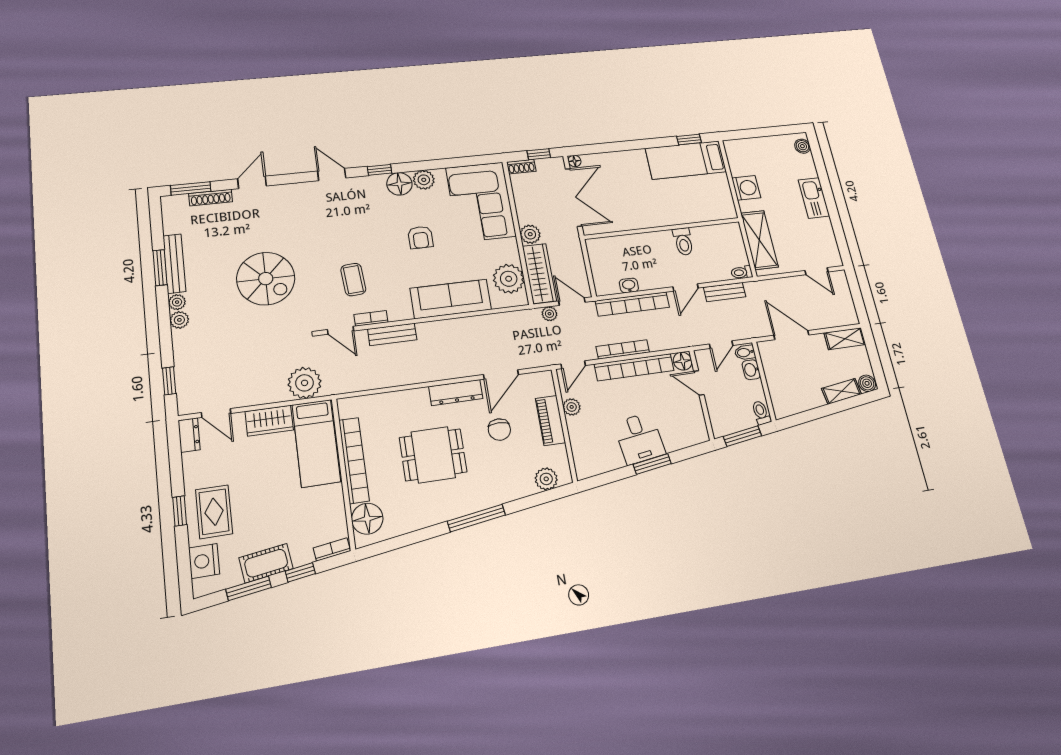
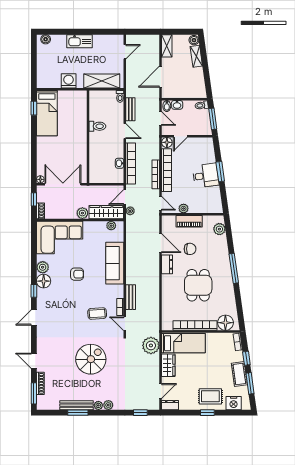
plant: (509, 279) -> (111, 226), width x0.53, depth x0.53
door: (340, 330) -> (125, 324), swing flipped
dresser: (456, 393) -> (167, 264), width x0.70

